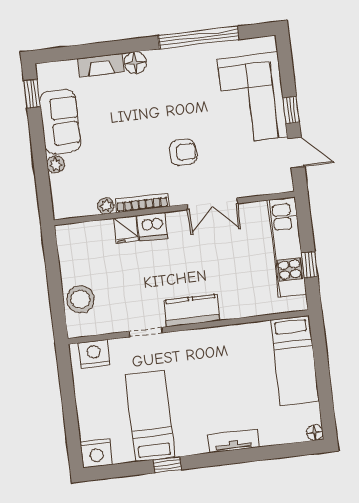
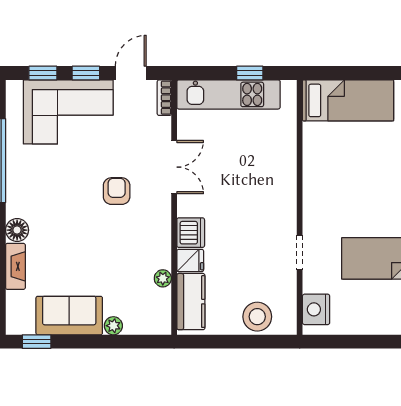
window: (286, 69) -> (43, 73), added
bookcase: (142, 203) -> (164, 98), moved, width x0.64
kitchen counter: (192, 311) -> (191, 302), moved, turned 180

